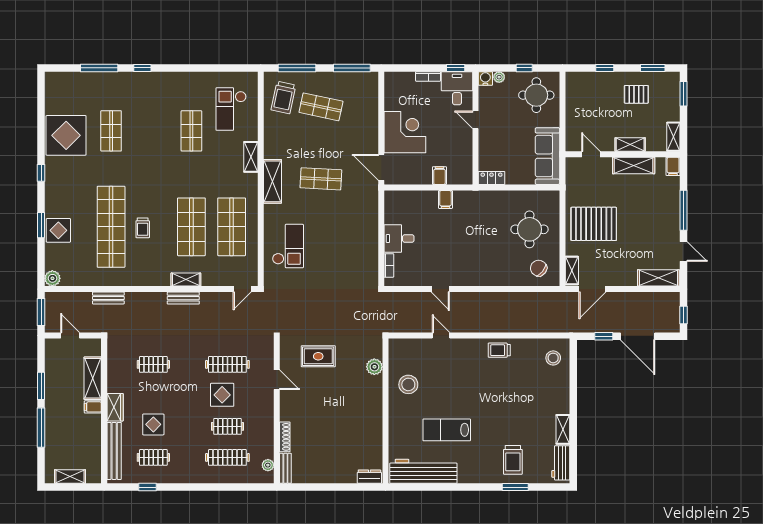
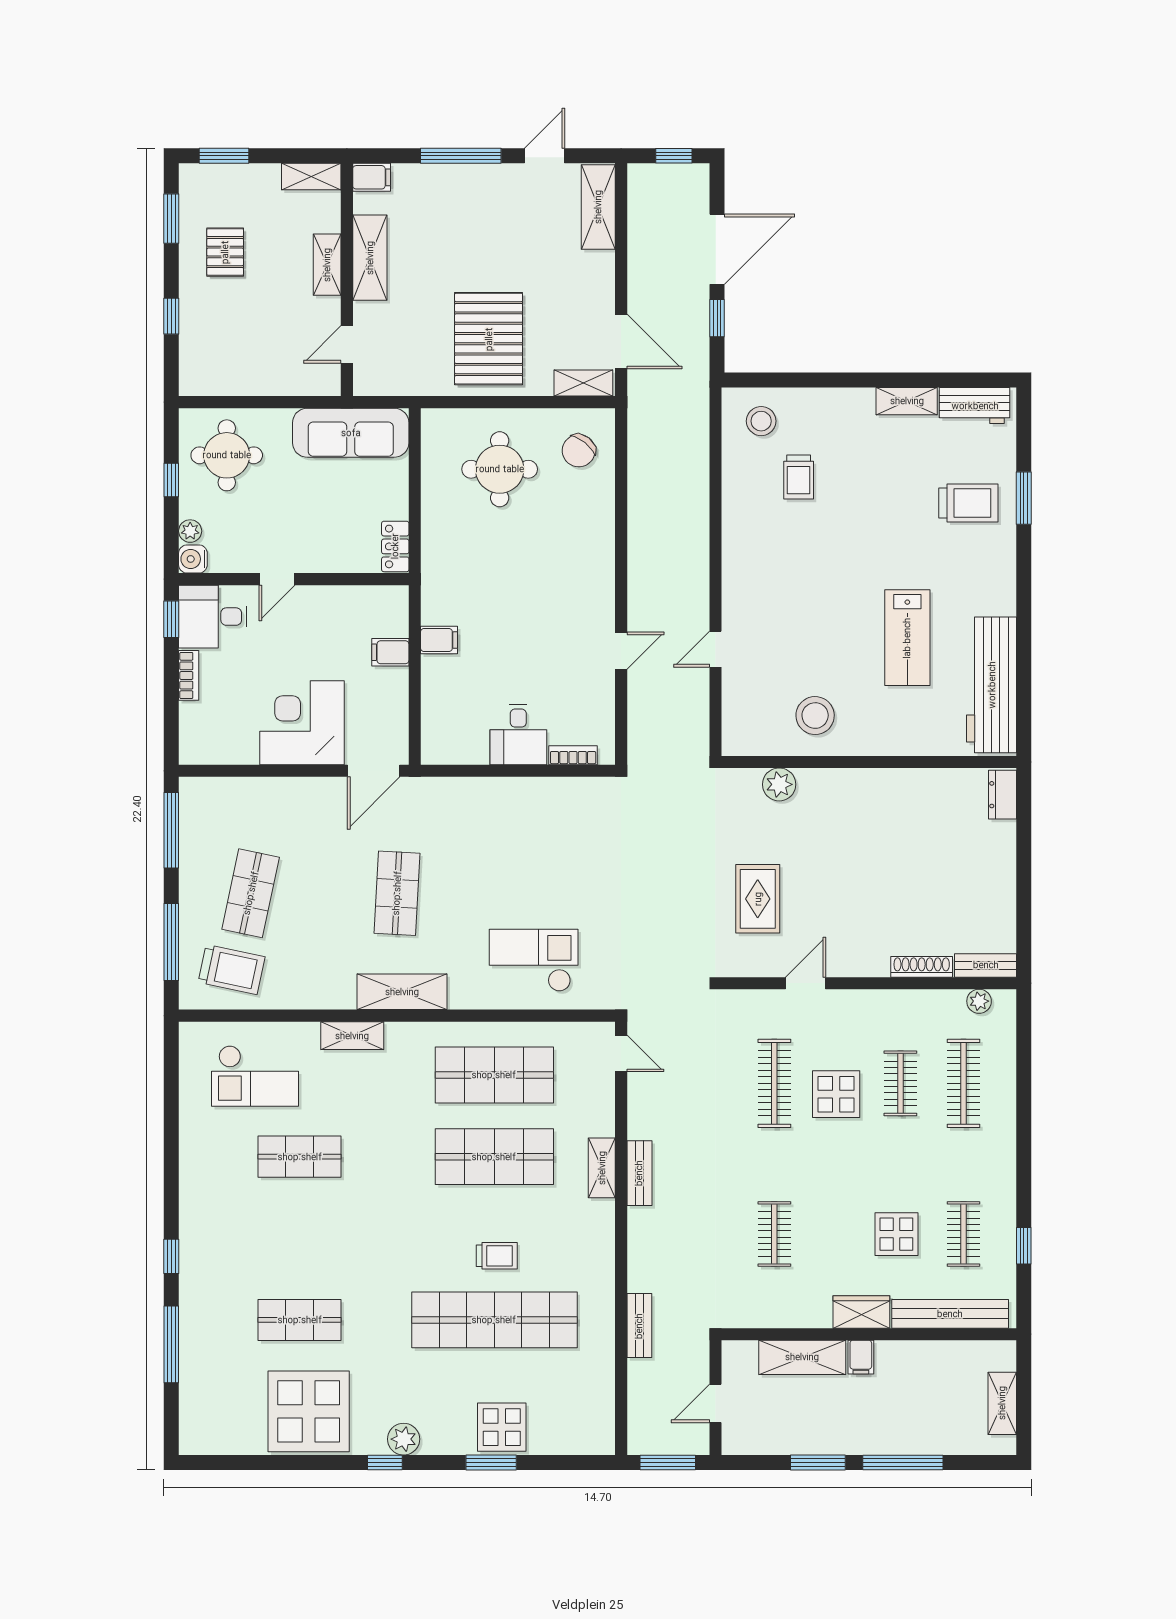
plant: (52, 278) -> (404, 1439), moved
trolley: (499, 350) -> (799, 477), moved

